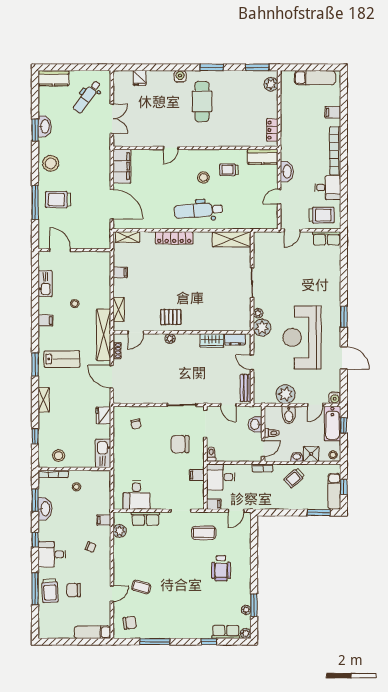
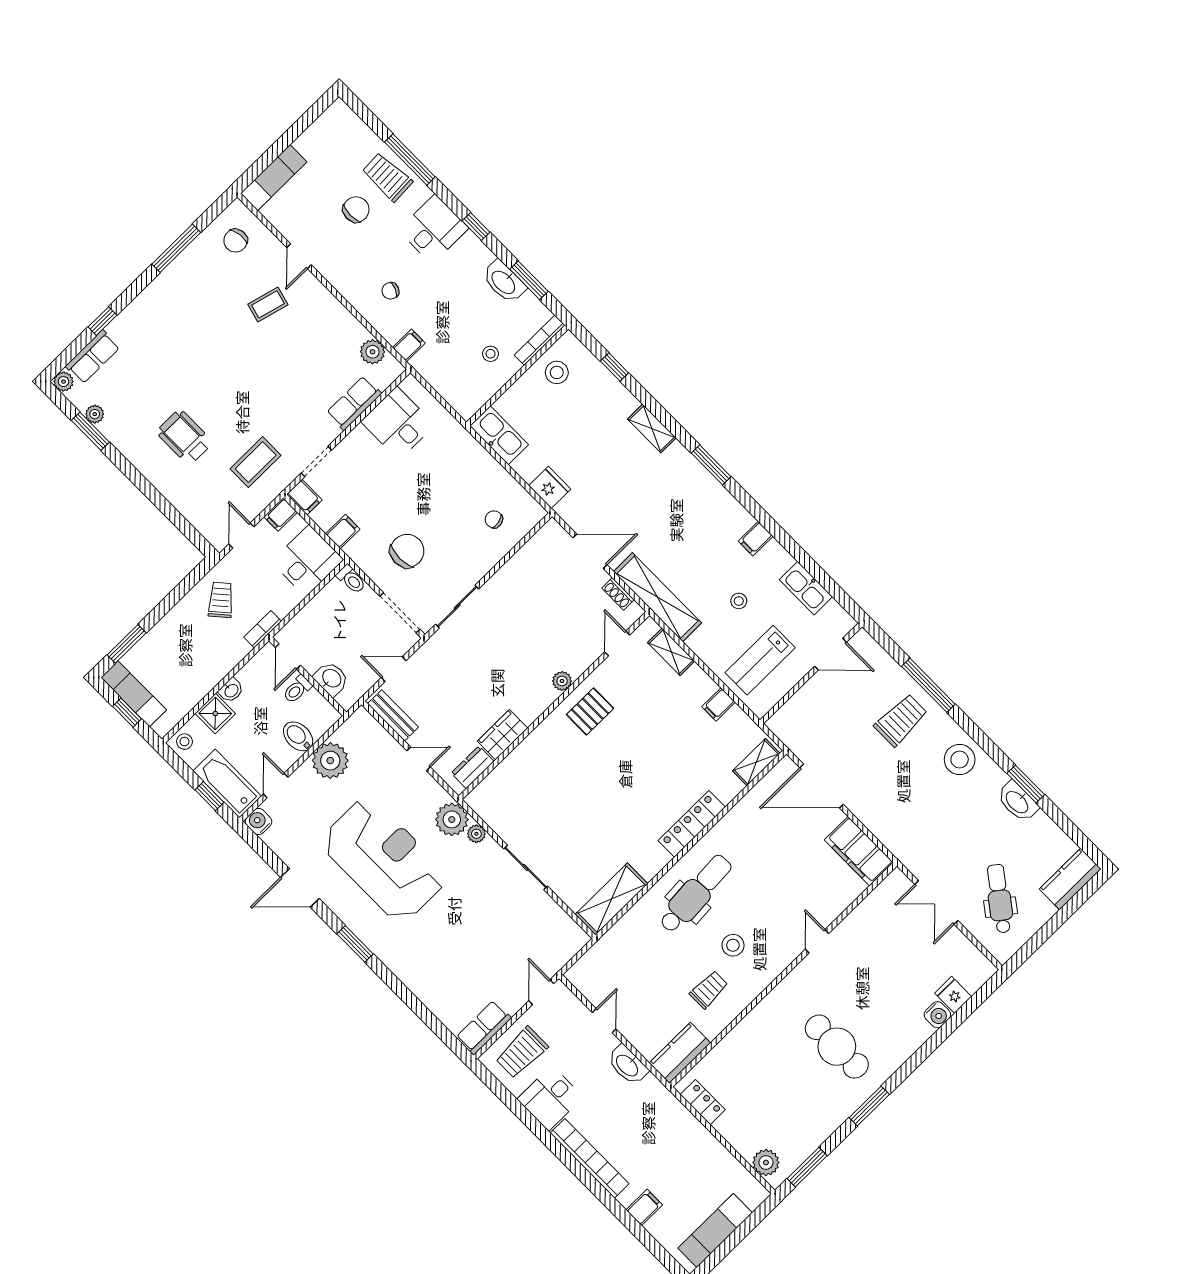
water cooler: (180, 76) -> (937, 1015), moved
lab bench: (62, 359) -> (760, 660), moved
trolley: (294, 478) -> (221, 600), moved
filing cabinet: (198, 502) -> (304, 497), added

